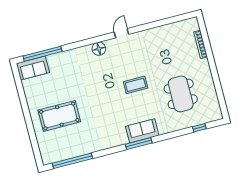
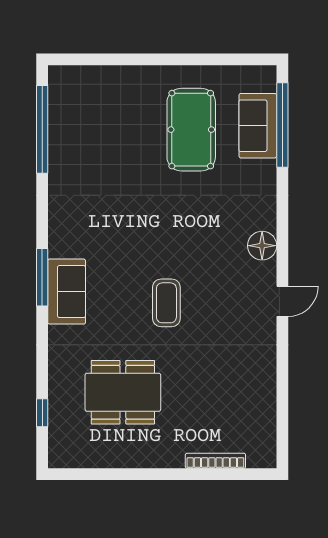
door: (121, 33) -> (282, 301), hinge flipped
sofa: (33, 68) -> (258, 126), moved
pool table: (59, 116) -> (191, 130), moved

